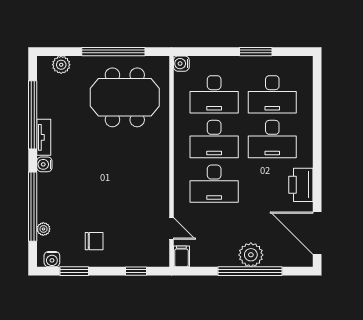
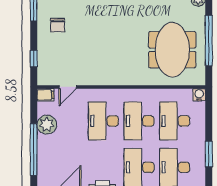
plant: (251, 255) -> (47, 125), moved

